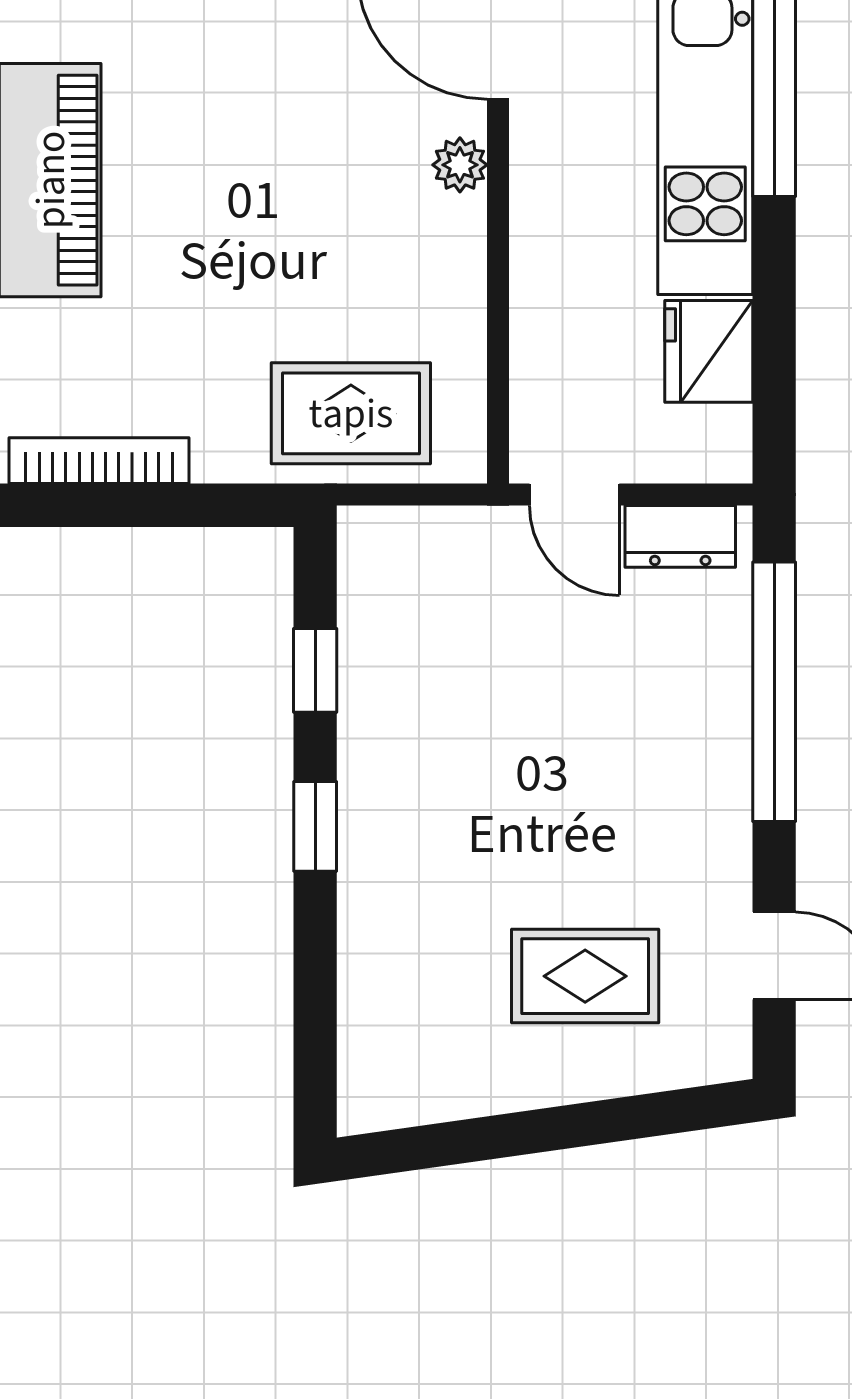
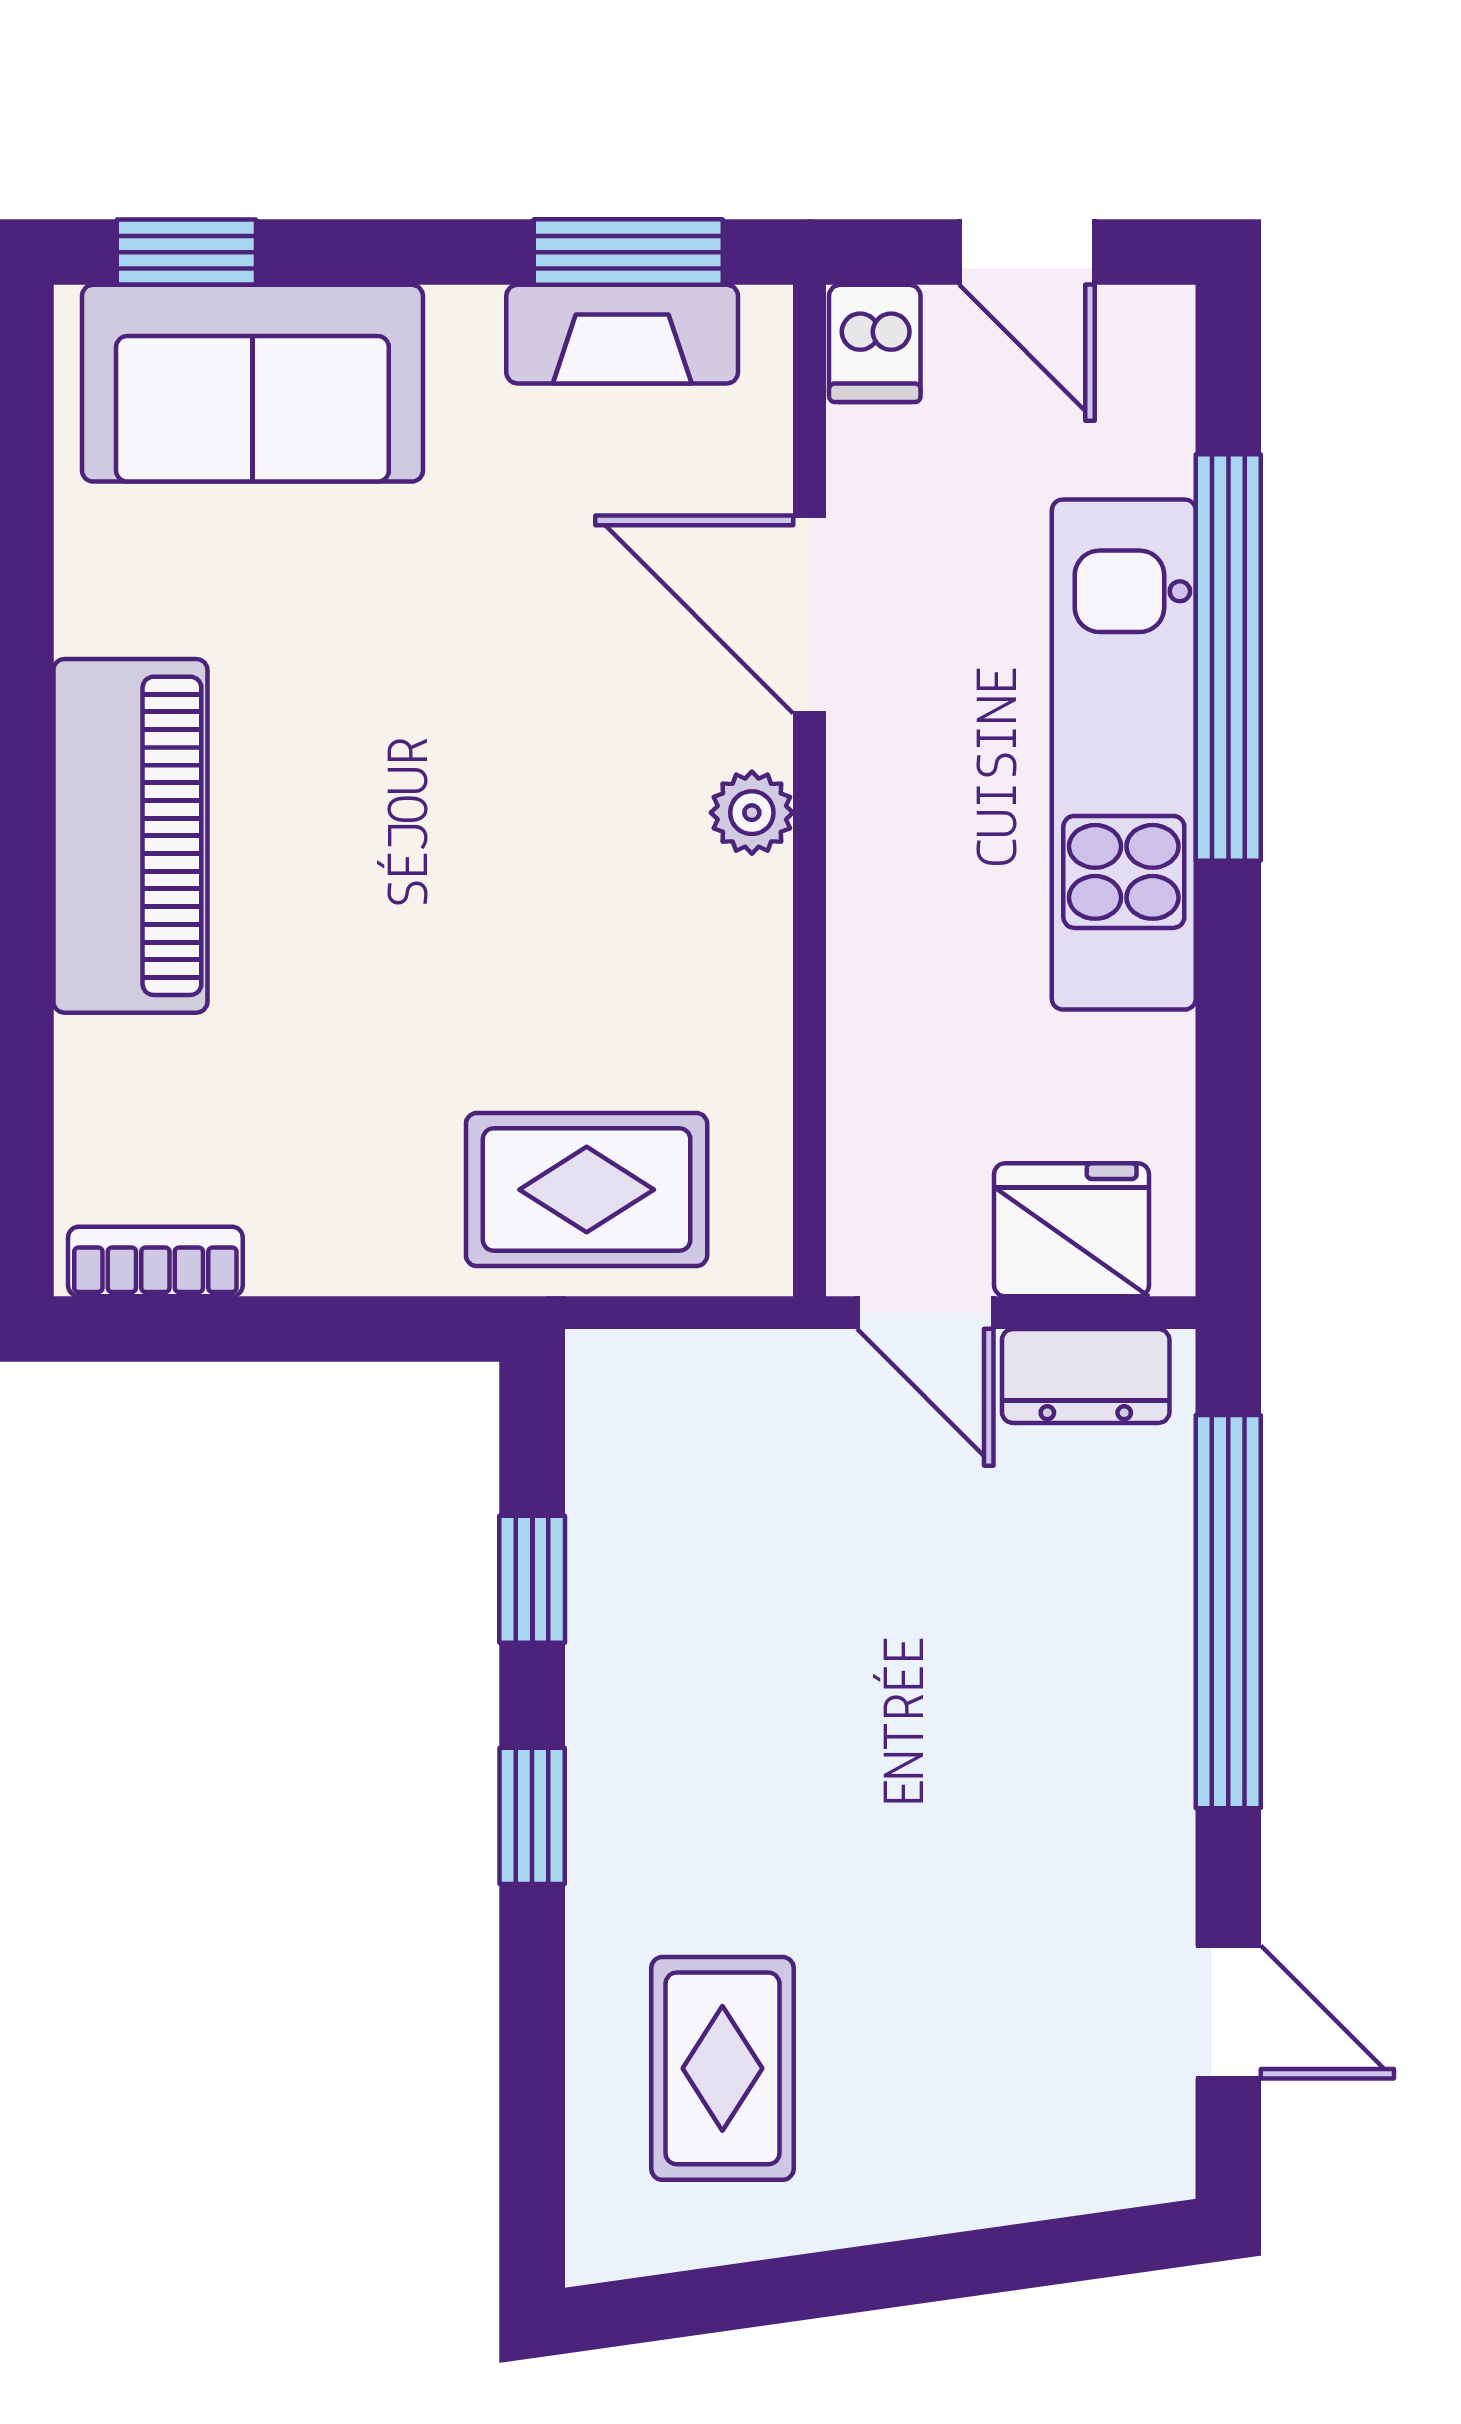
fridge: (709, 351) -> (1071, 1230), moved, turned 90
bookcase: (99, 461) -> (155, 1261), width x0.64
rug: (585, 976) -> (722, 2068), moved, turned 90

